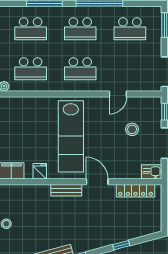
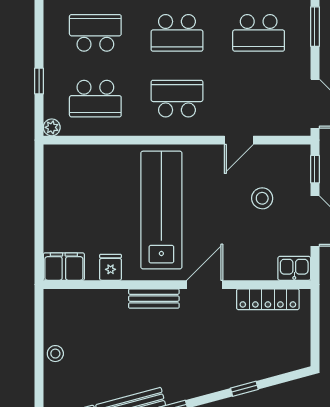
school desk: (31, 29) -> (95, 33), turned 180
school desk: (80, 69) -> (177, 99), turned 180
lab bench: (71, 136) -> (161, 210), turned 180
door: (97, 182) -> (205, 285), hinge flipped

